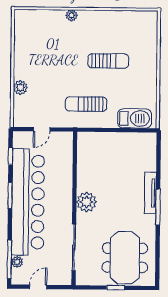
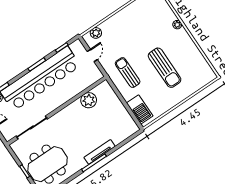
sun lounger: (108, 61) -> (165, 68), width x1.36, depth x1.34
plant: (20, 88) -> (96, 33), moved
door: (42, 129) -> (92, 56), swing flipped
plant: (87, 202) -> (89, 100), moved

